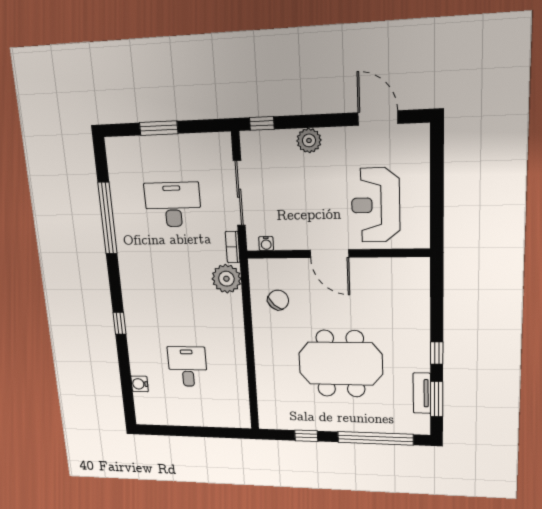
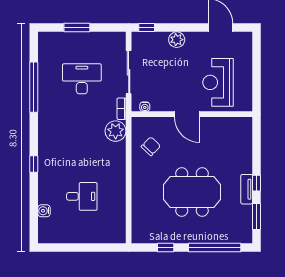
desk: (187, 367) -> (82, 196), turned 90
tv unit: (422, 393) -> (247, 189), moved

